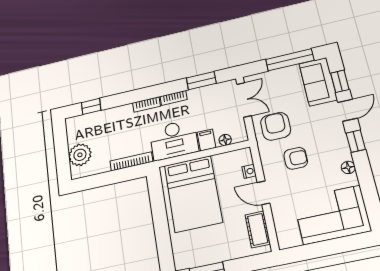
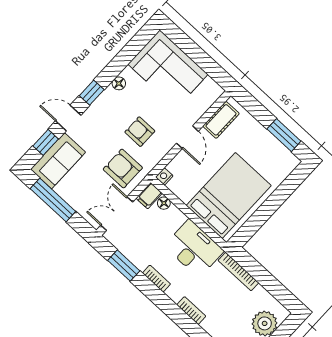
bookcase: (146, 104) -> (191, 311), moved
armchair: (276, 126) -> (123, 168), turned 90
filing cabinet: (206, 140) -> (149, 196), moved
nightstand: (249, 171) -> (164, 176), moved

